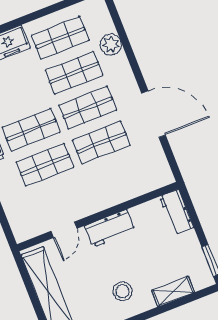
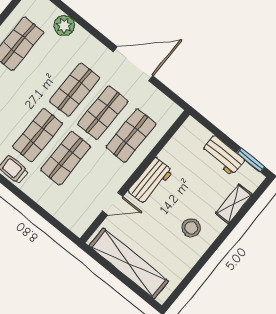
shop shelf: (74, 73) -> (131, 136), moved
workbench: (176, 212) -> (223, 155), moved
door: (64, 230) -> (113, 204), hinge flipped

